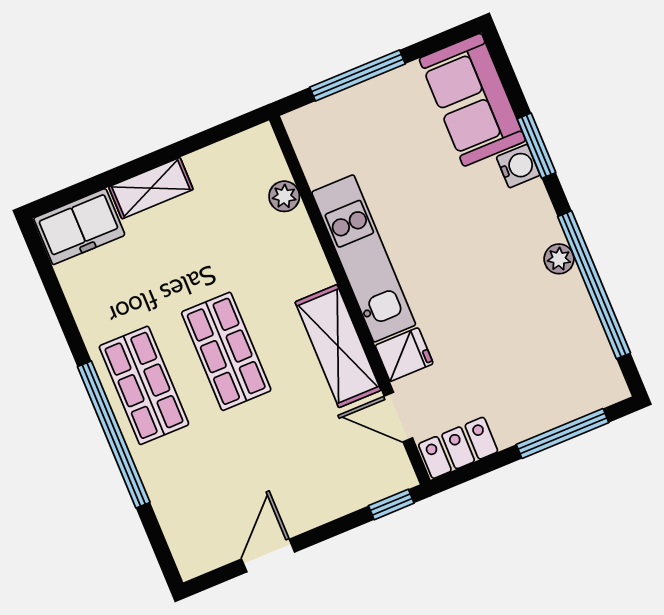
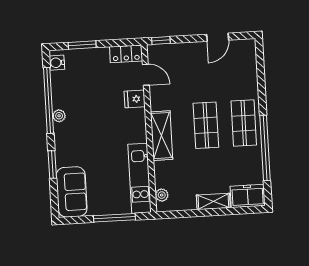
water cooler: (518, 166) -> (57, 63), moved
plant: (284, 196) -> (162, 195), moved
kitchen unit: (364, 258) -> (140, 178), moved
shelving: (338, 346) -> (162, 136), moved
window: (114, 434) -> (265, 148), moved
window: (563, 434) -> (82, 45), width x0.69

